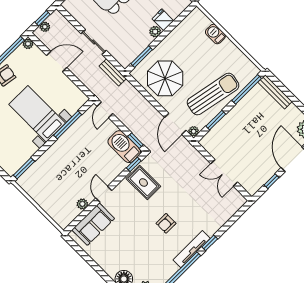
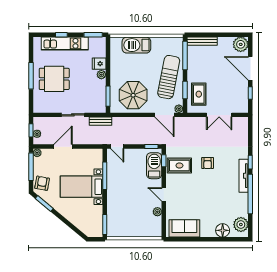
barbecue: (215, 34) -> (136, 45), width x1.88, depth x1.53
rug: (225, 136) -> (199, 94), added
barbecue: (124, 147) -> (154, 166), moved, turned 90
armchair: (166, 223) -> (208, 163), moved
sofa: (93, 224) -> (184, 228), moved, turned -90

